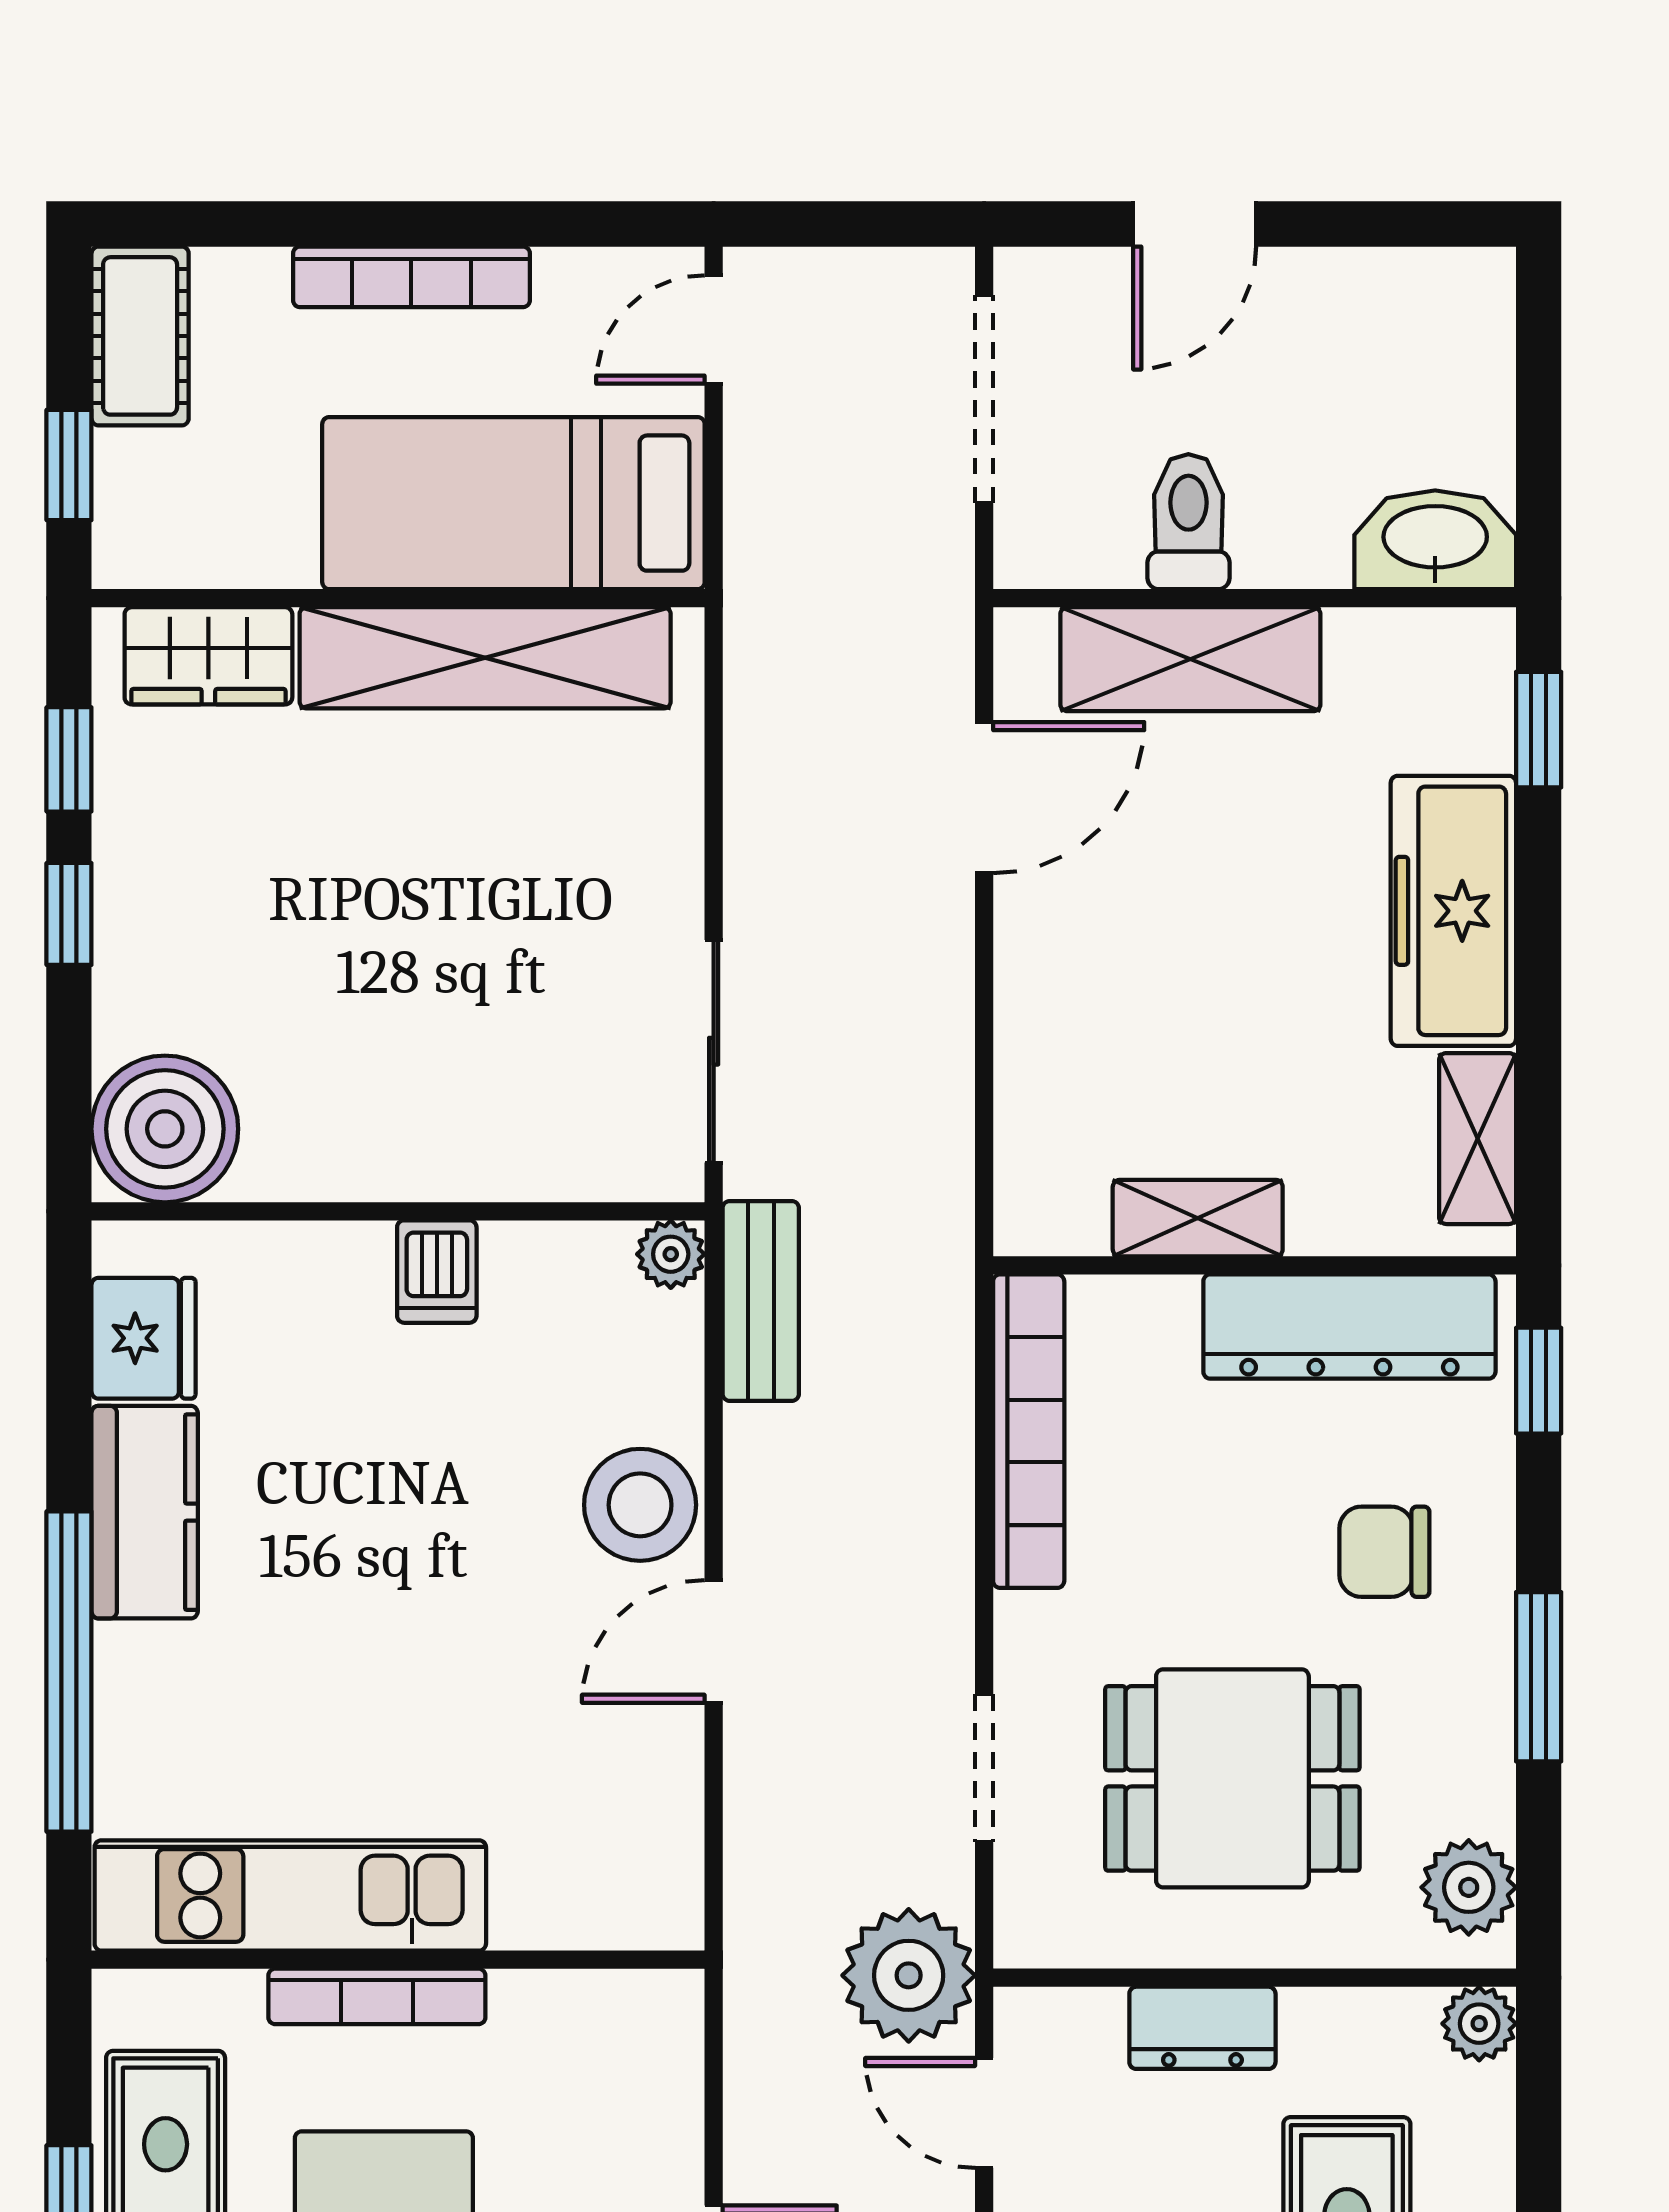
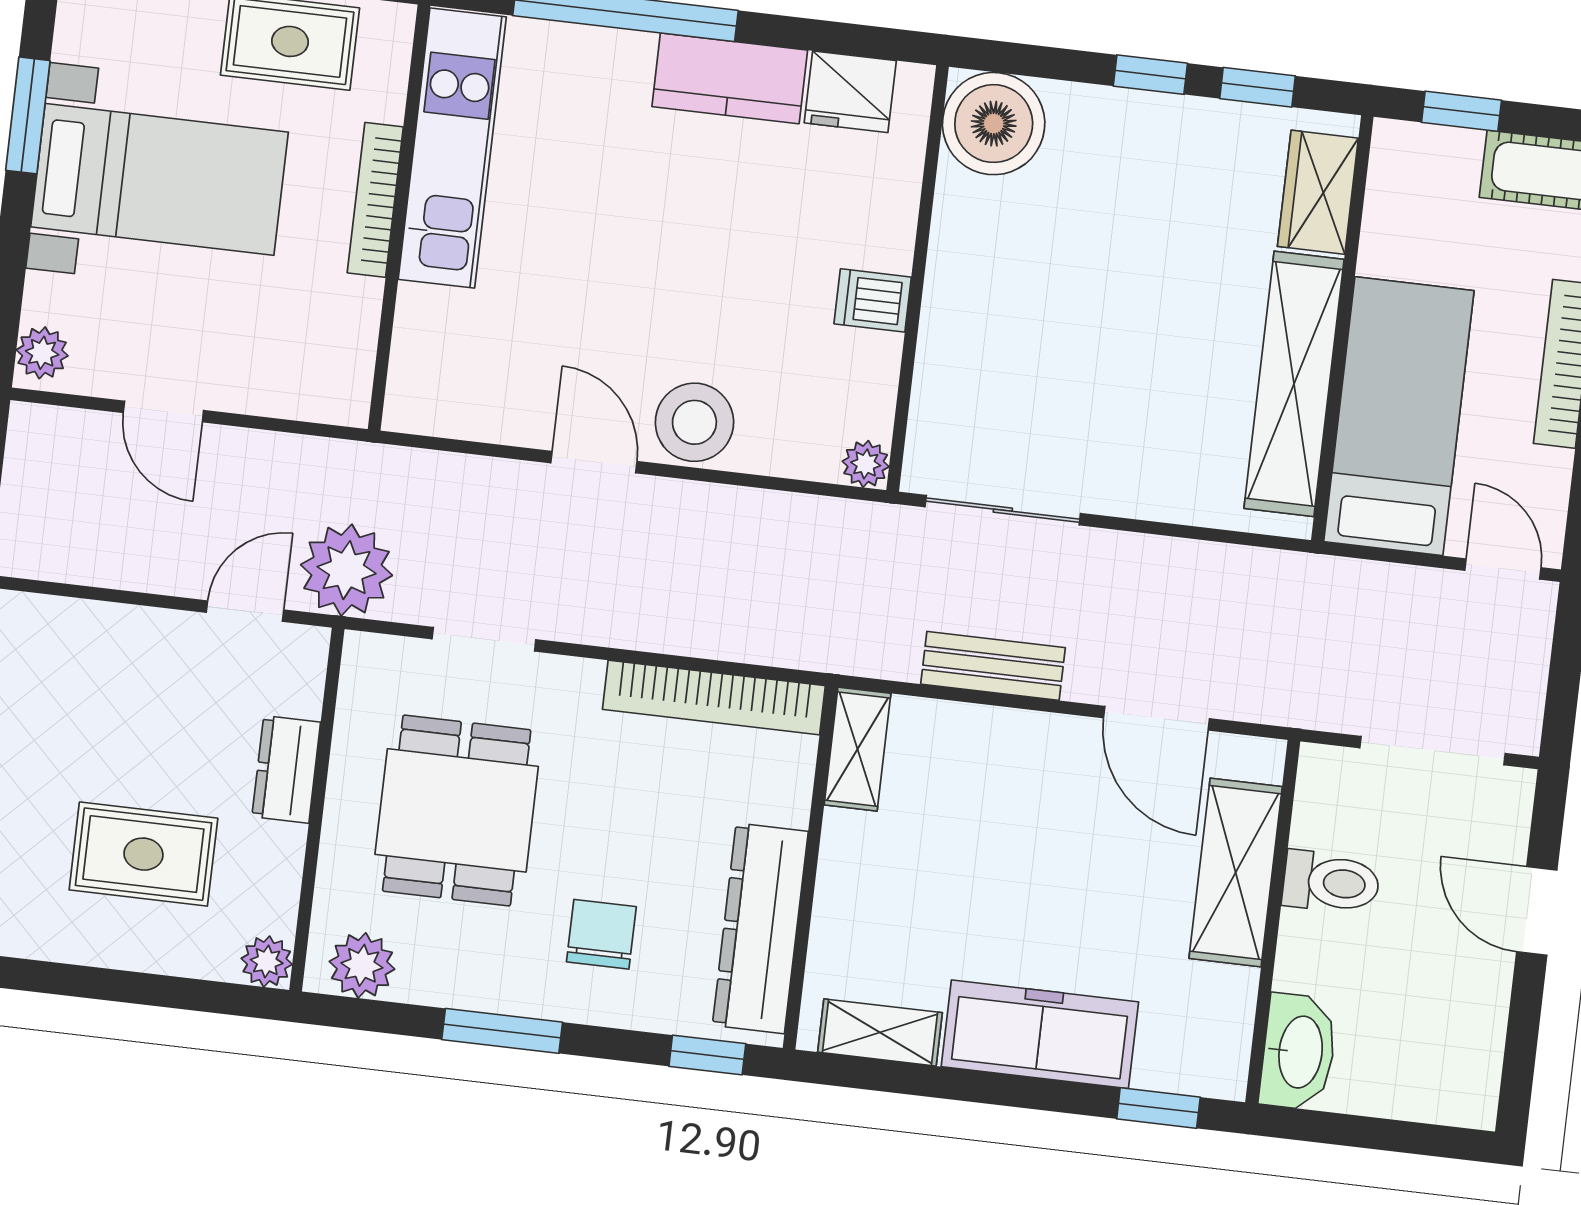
shelving: (1198, 1218) -> (857, 749), moved
bench: (761, 1301) -> (993, 666), moved

